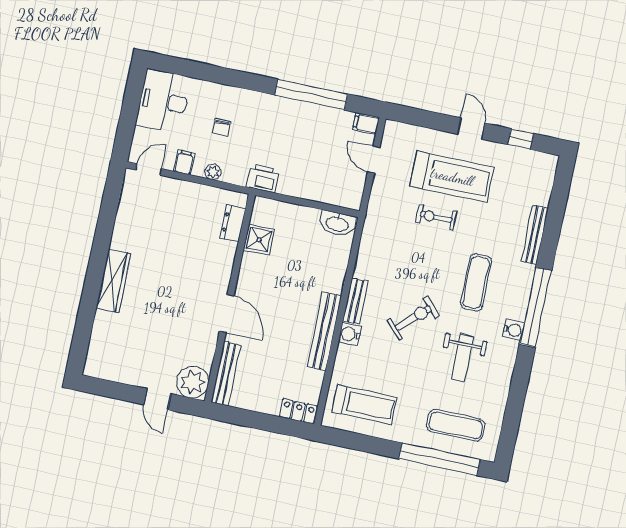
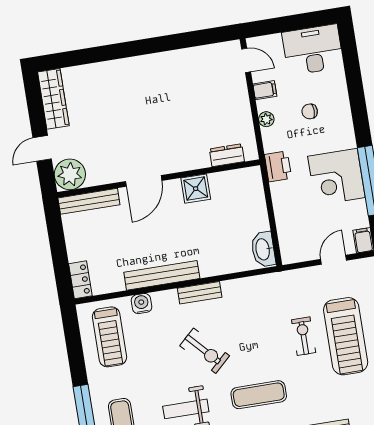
corner desk: (295, 126) -> (336, 177), added
shower: (259, 240) -> (196, 189), moved
wardrobe: (114, 281) -> (53, 99), moved, turned -90
water cooler: (350, 334) -> (142, 304), moved

